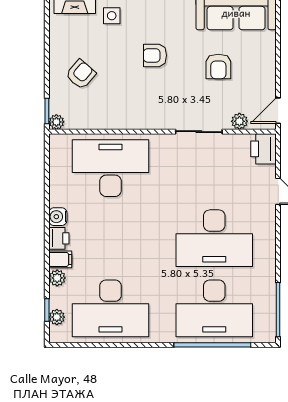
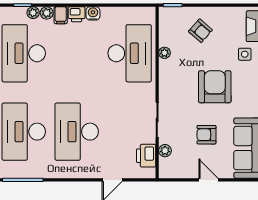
armchair: (155, 55) -> (215, 87), width x1.88, depth x1.88
door: (278, 111) -> (208, 180), moved
plant: (56, 122) -> (164, 53), moved
printer: (263, 149) -> (146, 156), moved, turned -90
plant: (57, 317) -> (33, 13), moved

